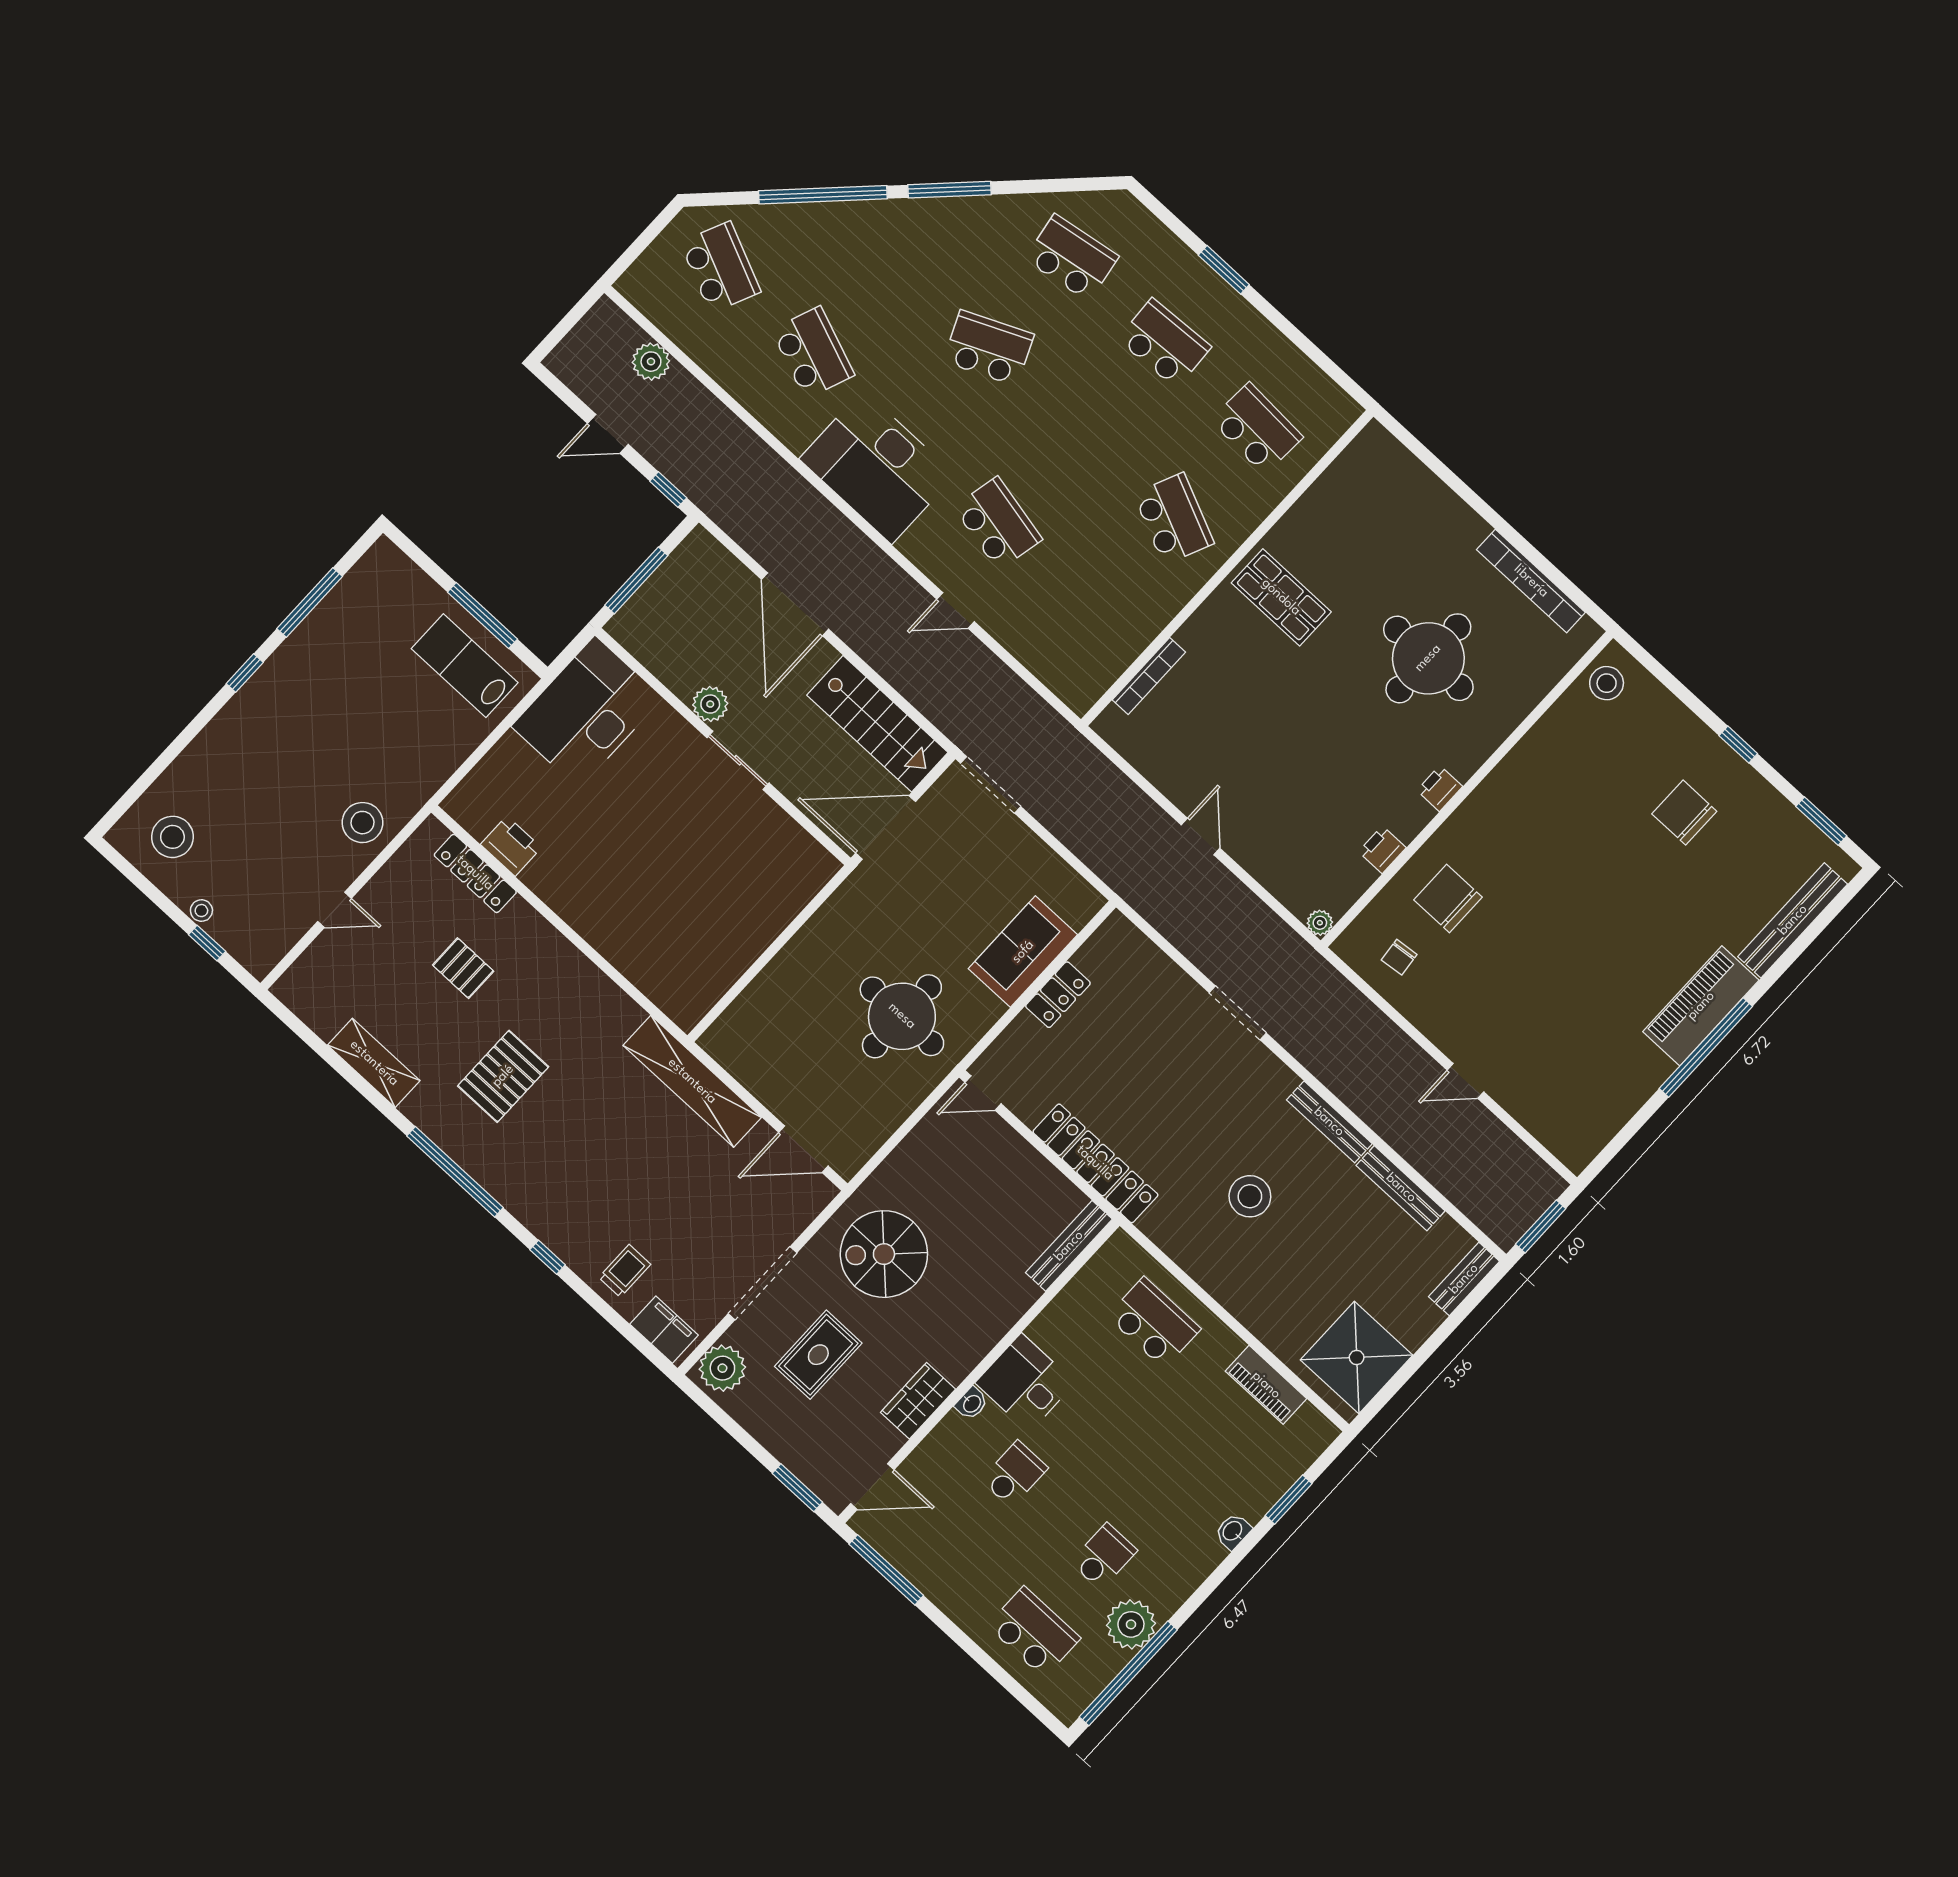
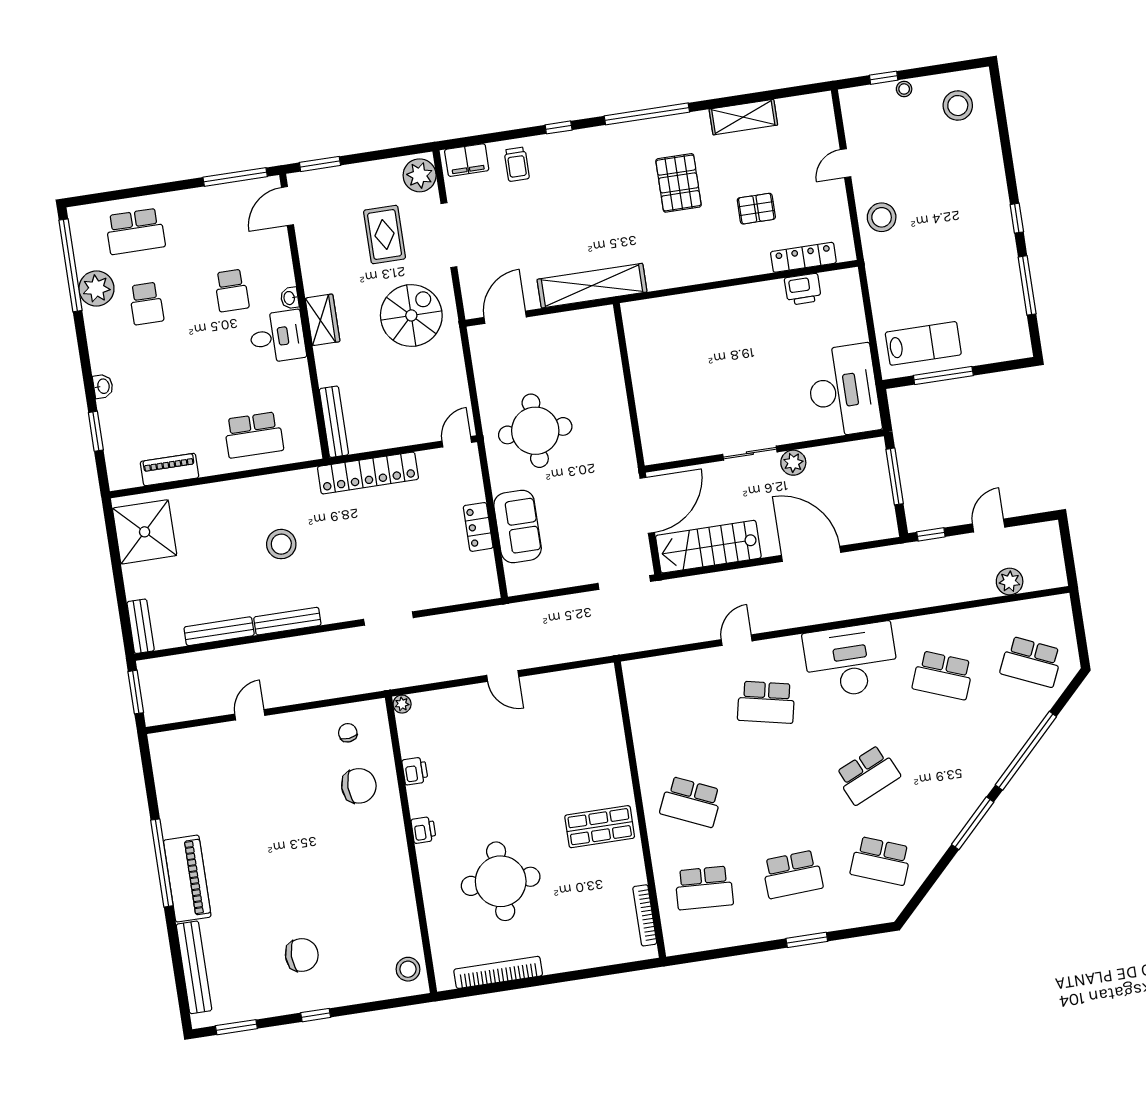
school desk: (1072, 258) -> (881, 861), turned 30
bookcase: (1149, 676) -> (645, 915), moved
wardrobe: (918, 1401) -> (323, 320), moved

